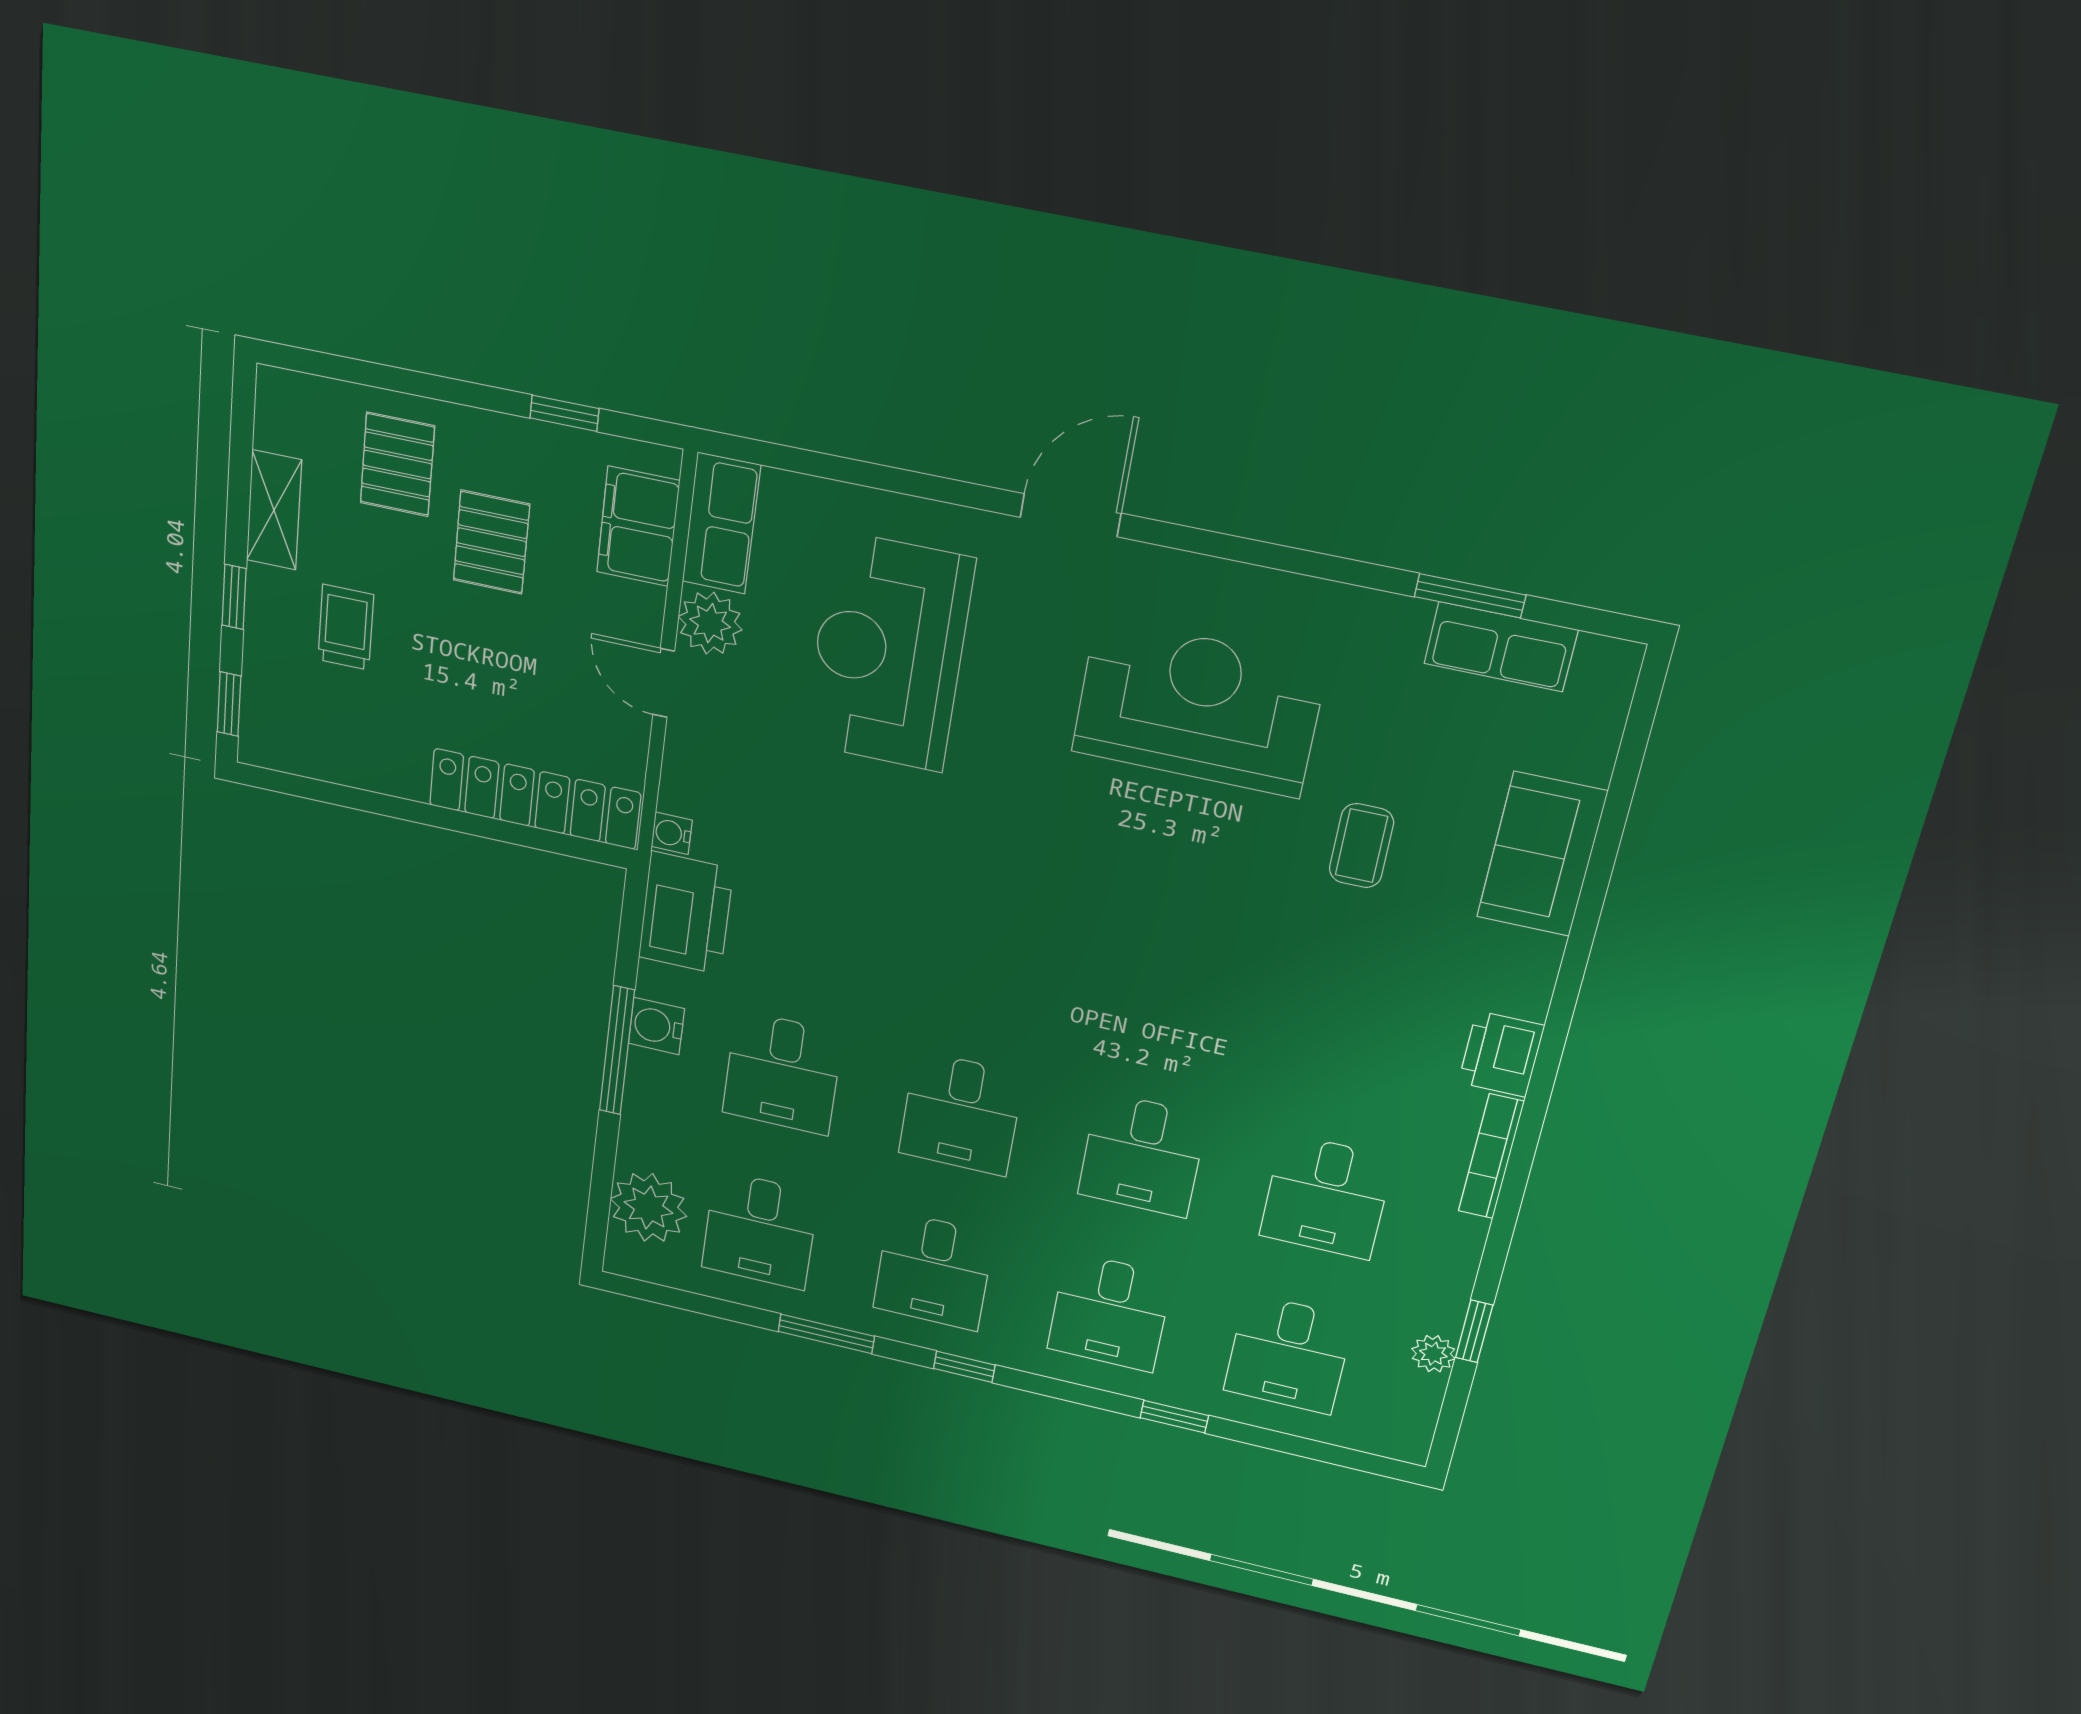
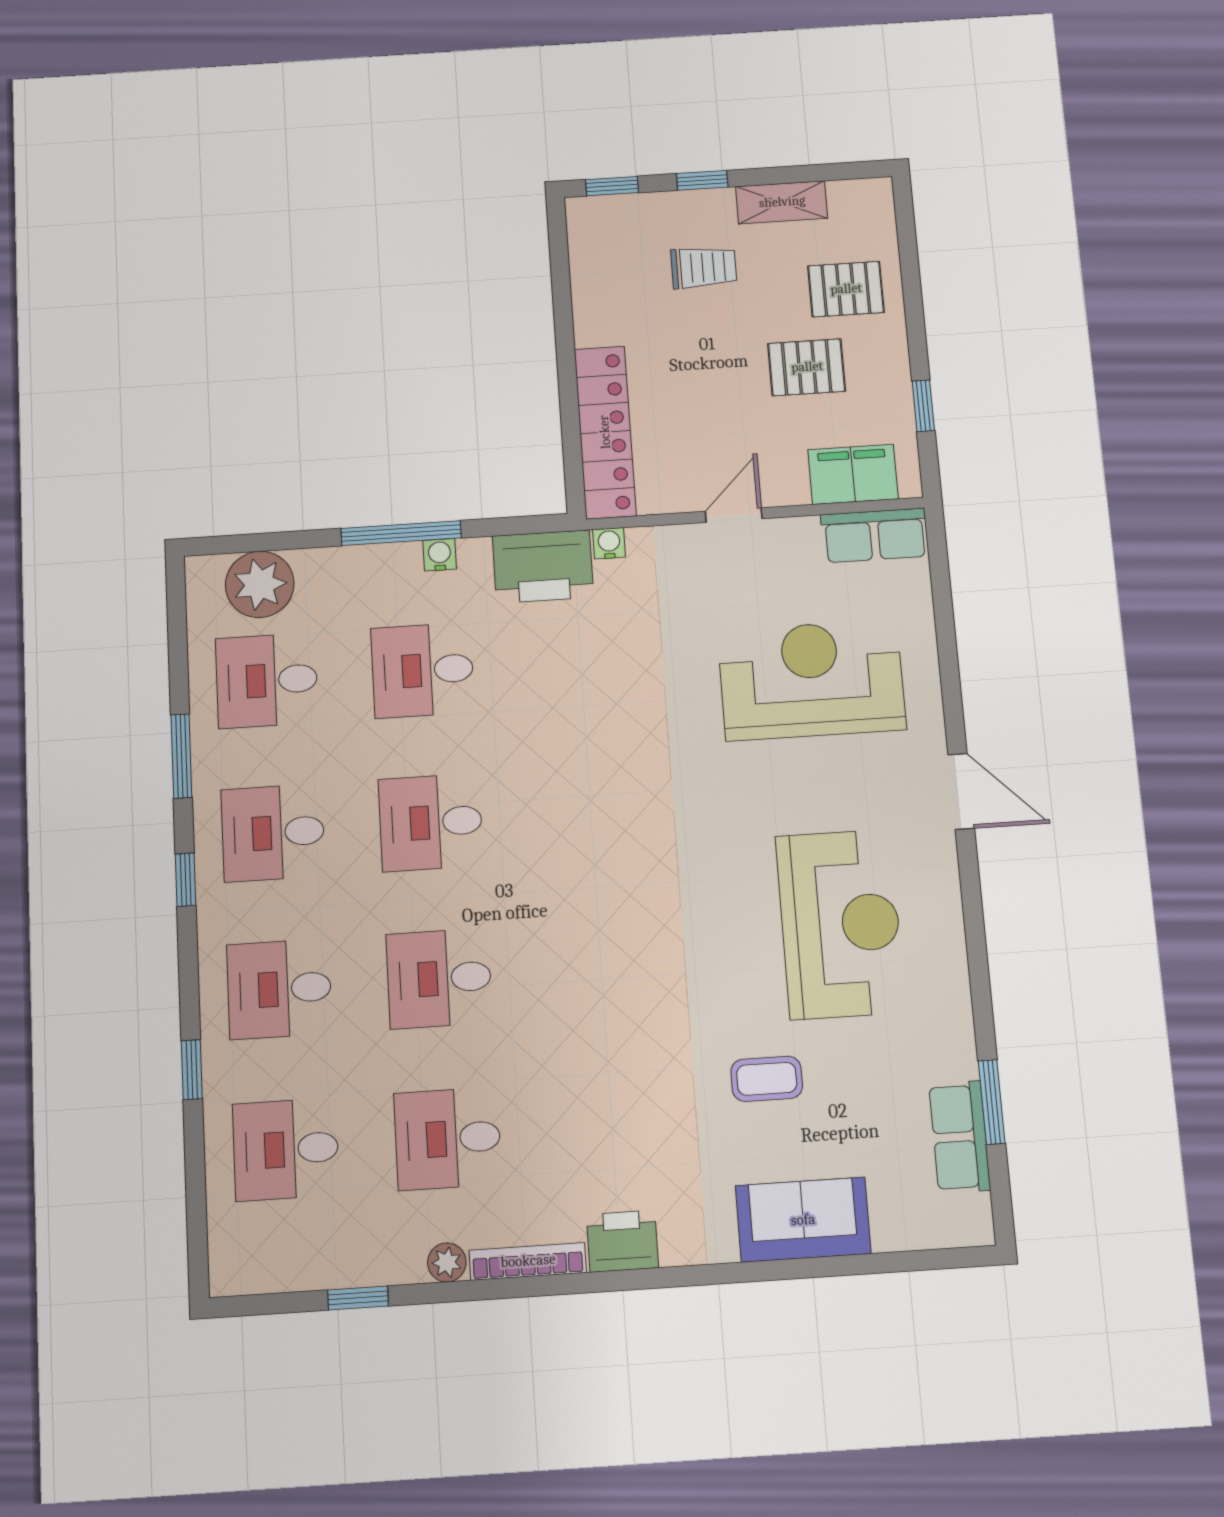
plant: (710, 623) -> (793, 541), removed
water cooler: (656, 1026) -> (440, 555), width x0.72, depth x0.72
plant: (1433, 1354) -> (447, 1262), moved

